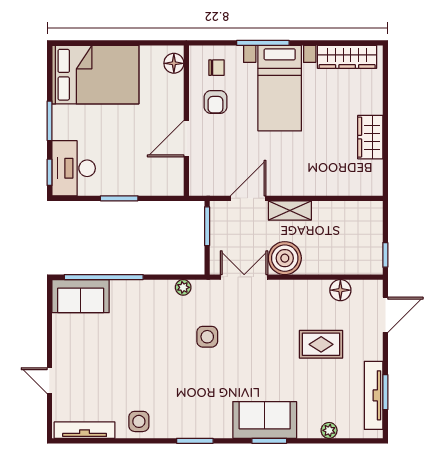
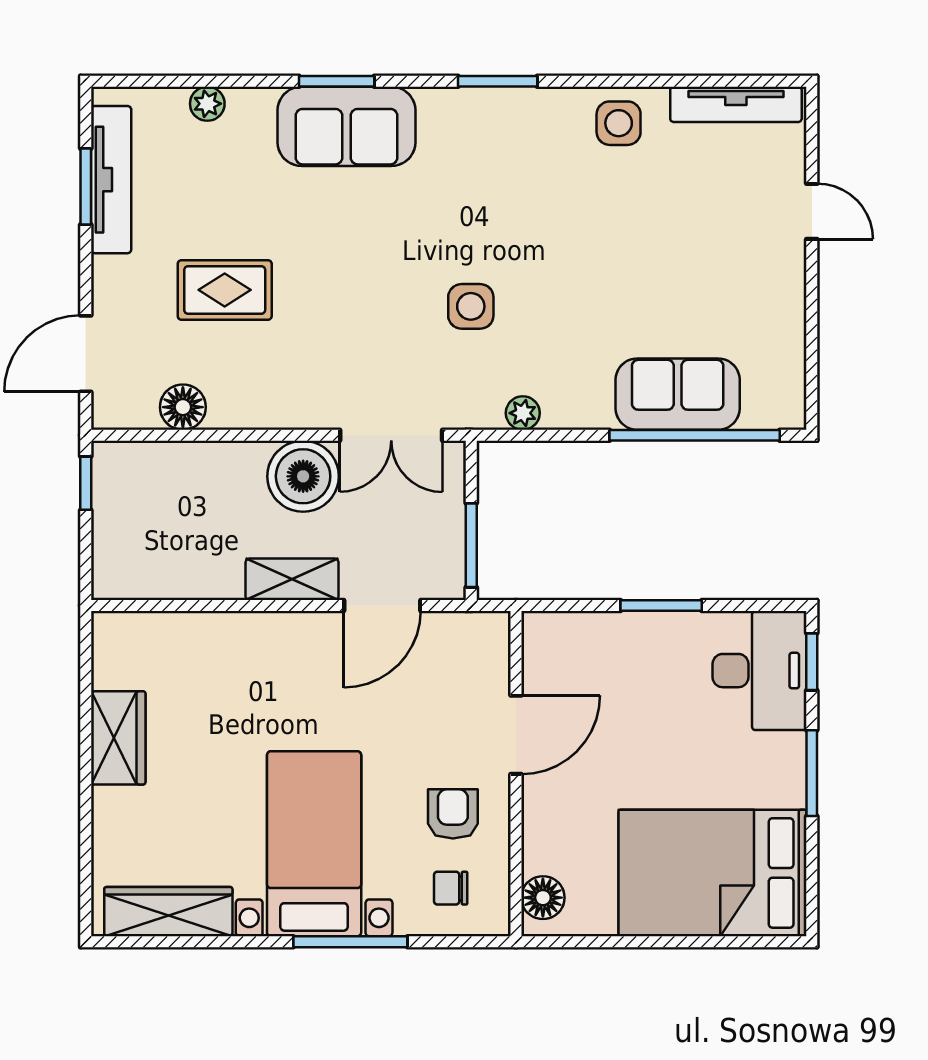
sofa: (81, 296) -> (678, 394), moved

